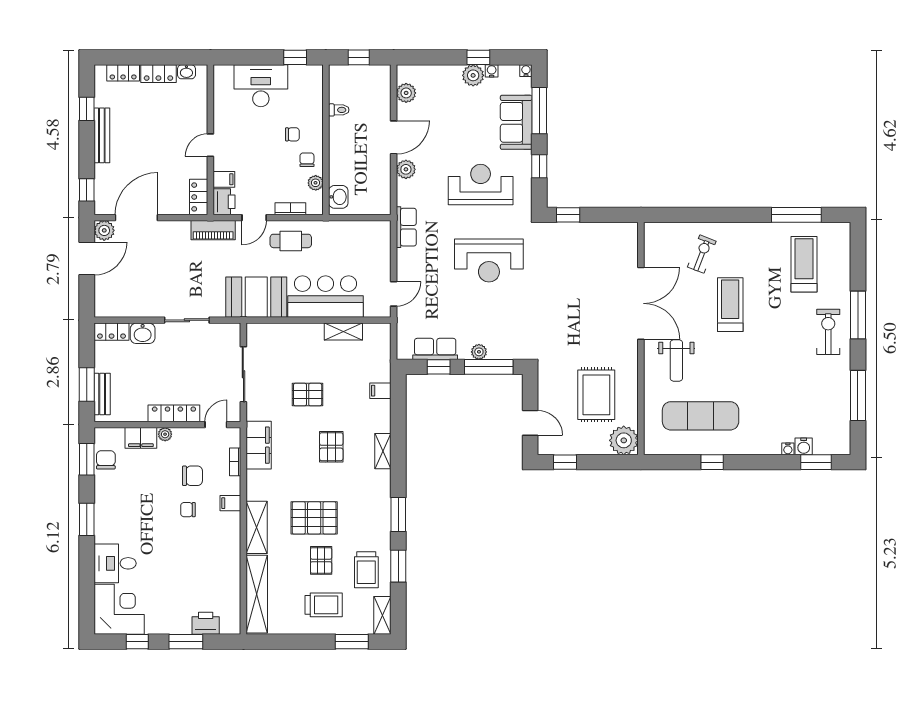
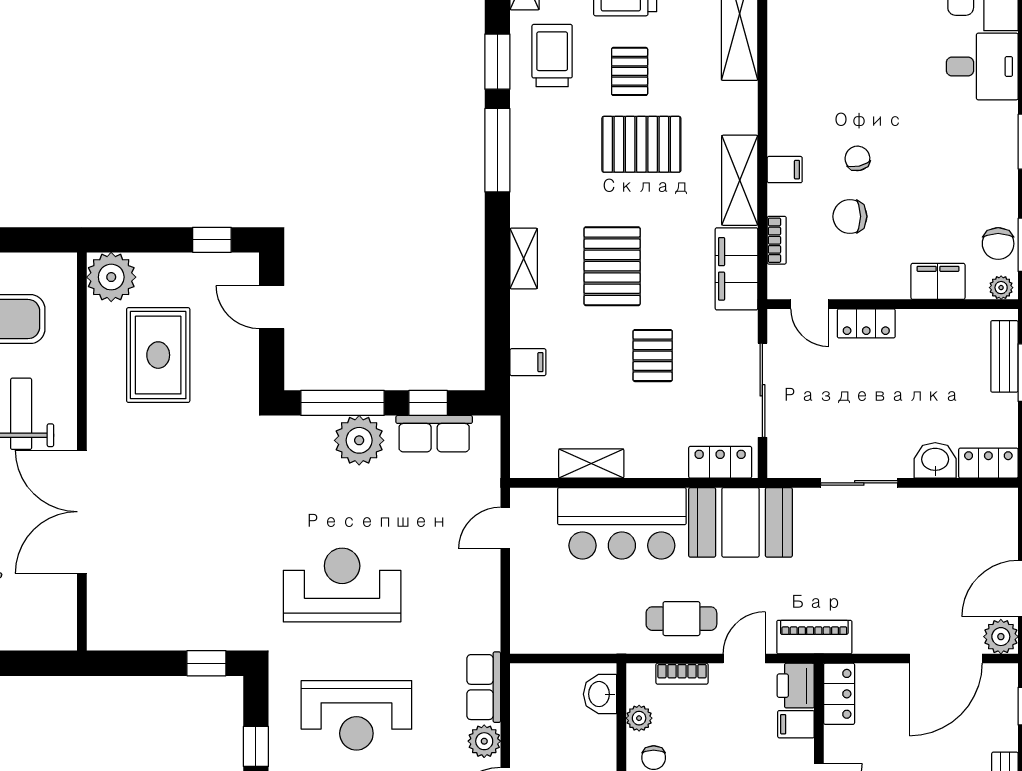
row of seats: (406, 227) -> (484, 687), moved
locker: (268, 332) -> (720, 462), added
plant: (479, 352) -> (359, 440), width x1.88, depth x1.88
pallet: (308, 395) -> (653, 356), turned 90
locker: (174, 413) -> (866, 323), width x0.66
door: (216, 425) -> (810, 304), hinge flipped
plant: (165, 434) -> (1001, 288), moved
pallet: (331, 447) -> (612, 266), width x1.50, depth x1.42
chair: (188, 510) -> (857, 158), turned -103
window: (398, 514) -> (497, 150), width x1.44
shelving: (257, 527) -> (740, 180), moved

